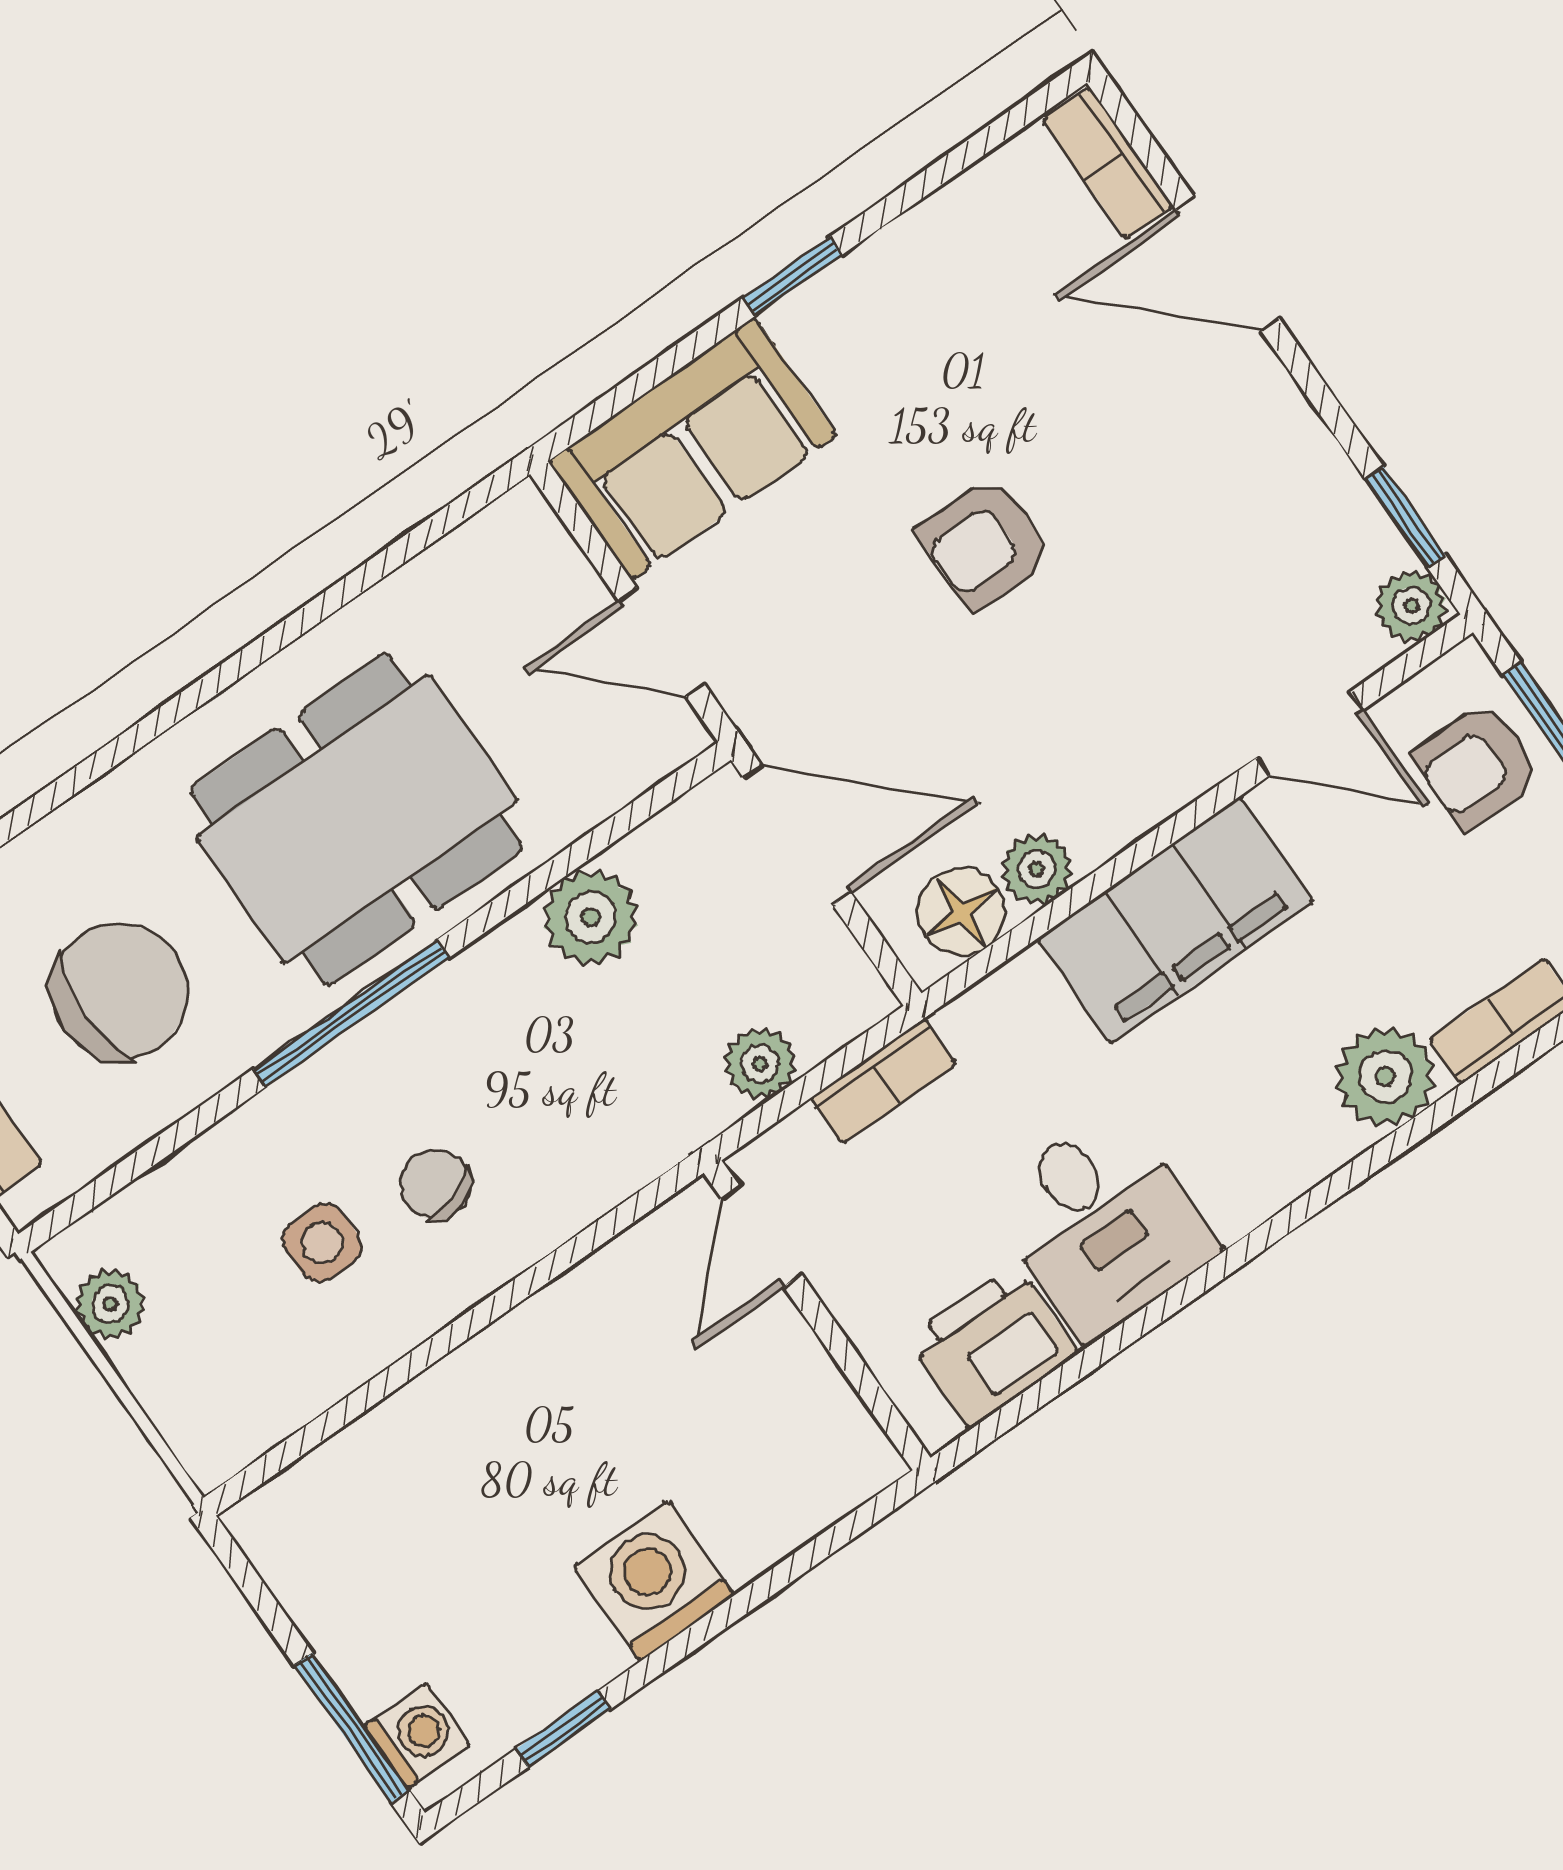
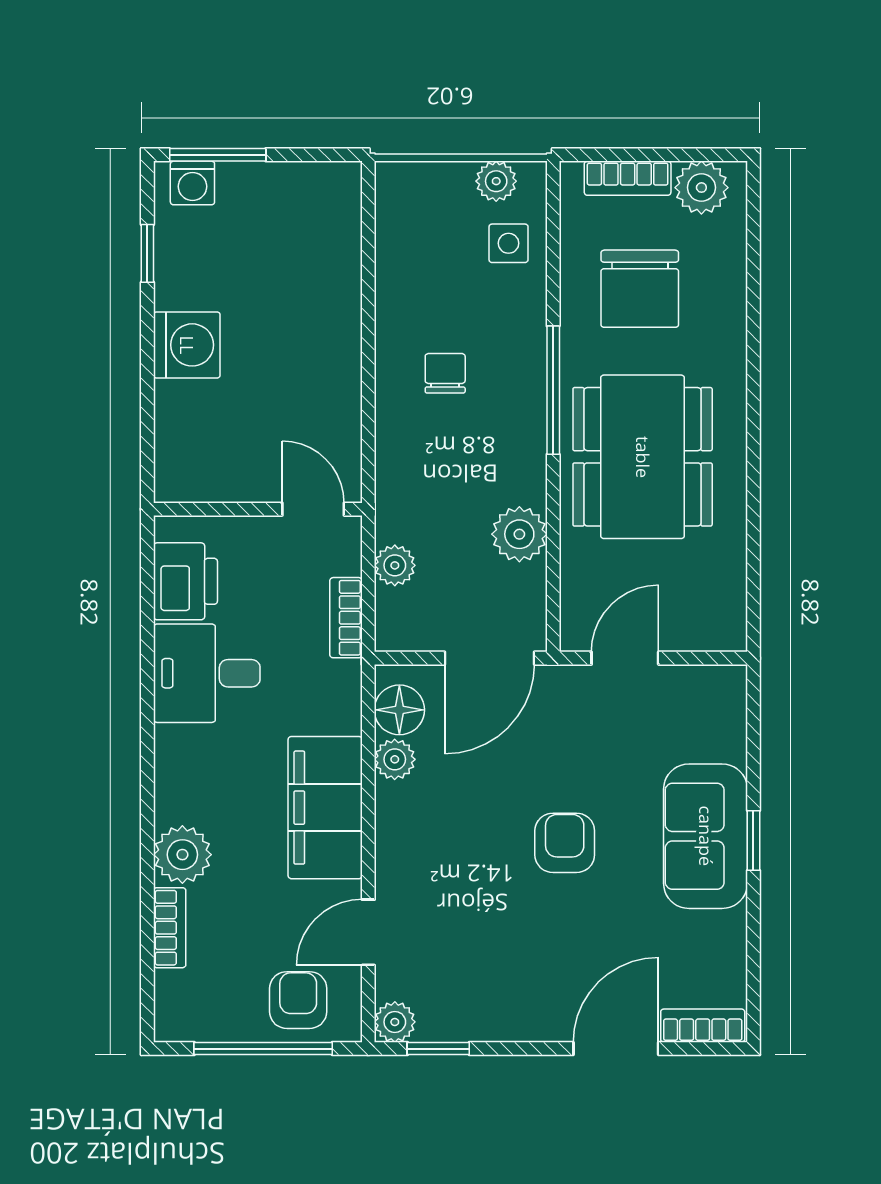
sofa: (693, 449) -> (706, 836), moved
chair: (435, 1184) -> (445, 373), turned -71
side table: (322, 1243) -> (509, 243), moved

